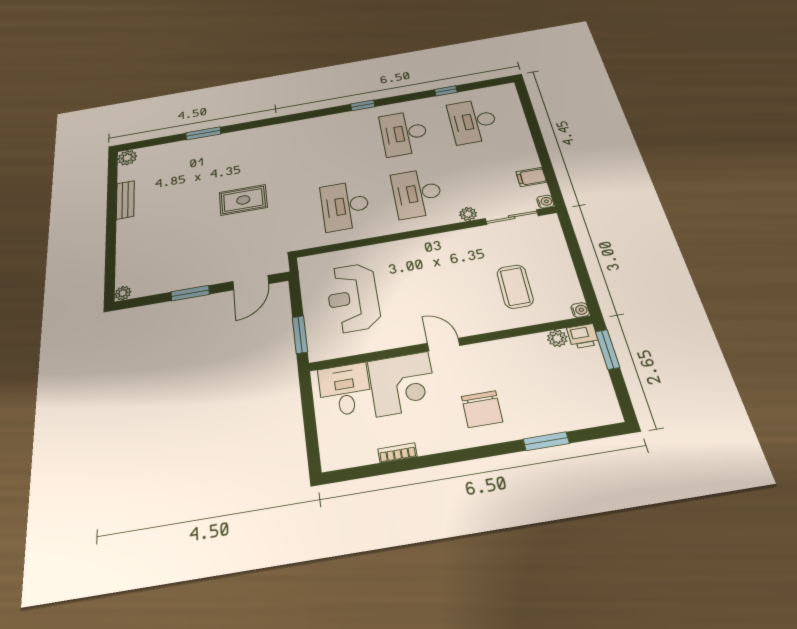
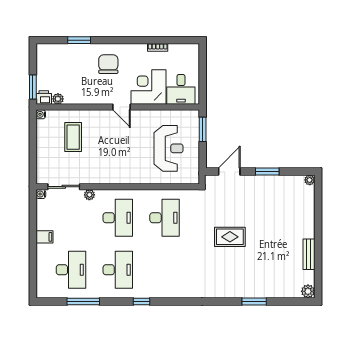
window: (446, 91) -> (83, 301), width x2.17
filing cabinet: (531, 177) -> (45, 237), moved

